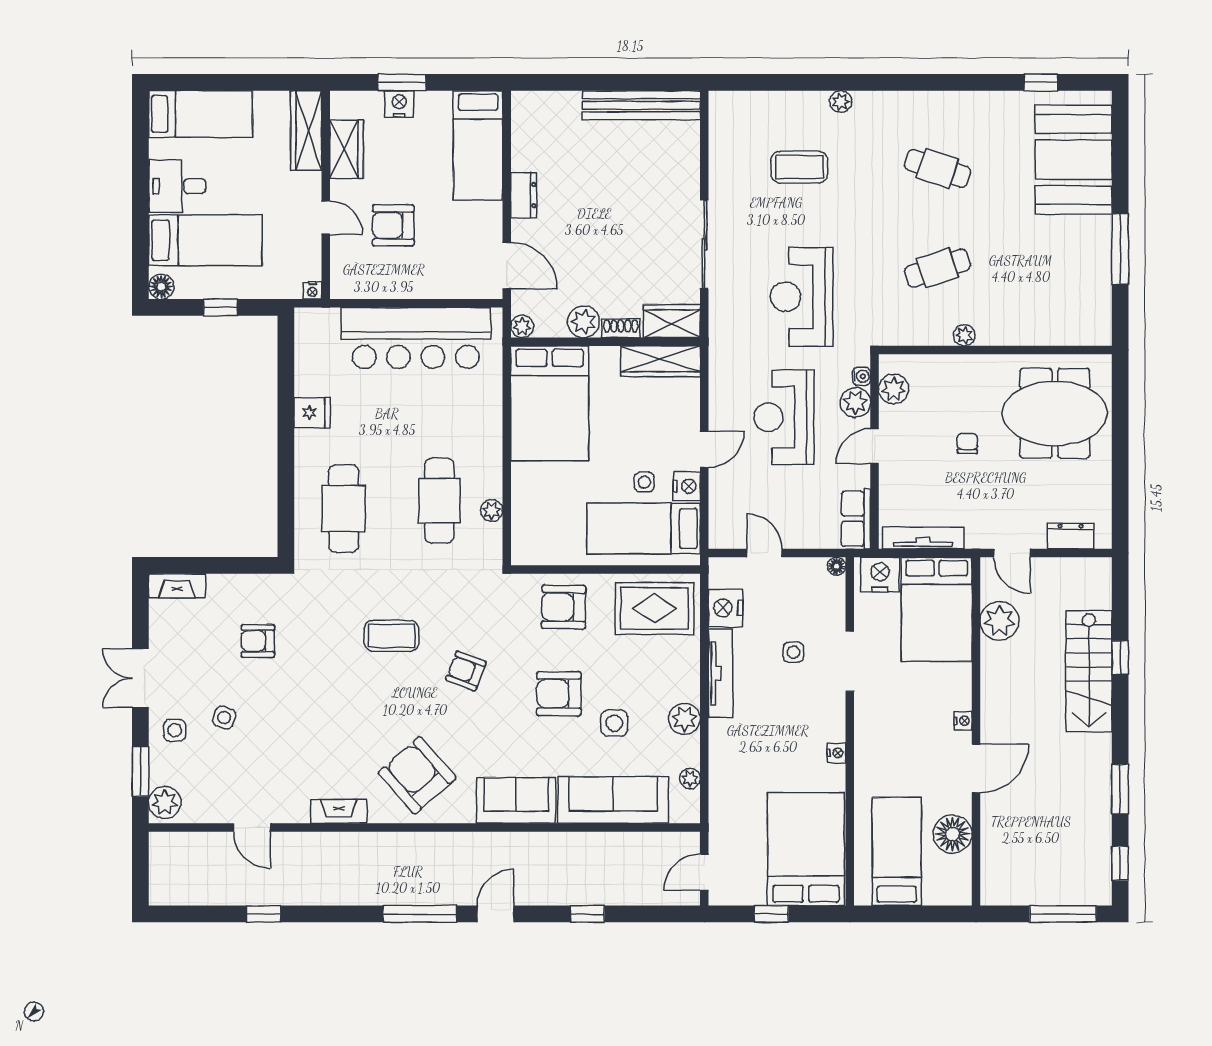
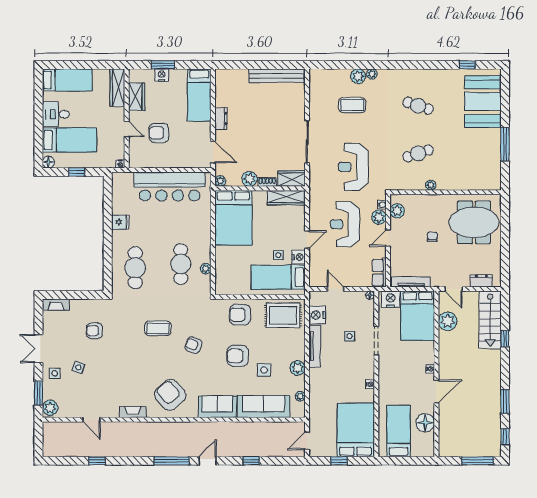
plant: (812, 106) -> (358, 76), added
stairs: (1089, 671) -> (490, 320), moved

